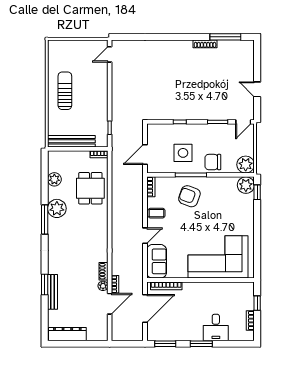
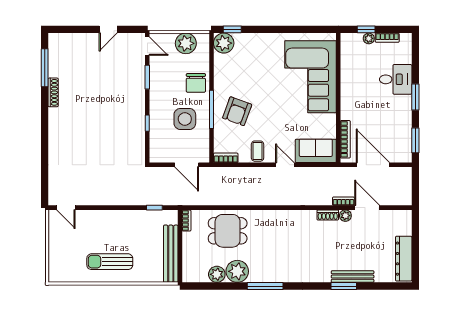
plant: (246, 165) -> (186, 43), moved
plant: (57, 208) -> (237, 271), moved
plant: (250, 305) -> (369, 38), added

